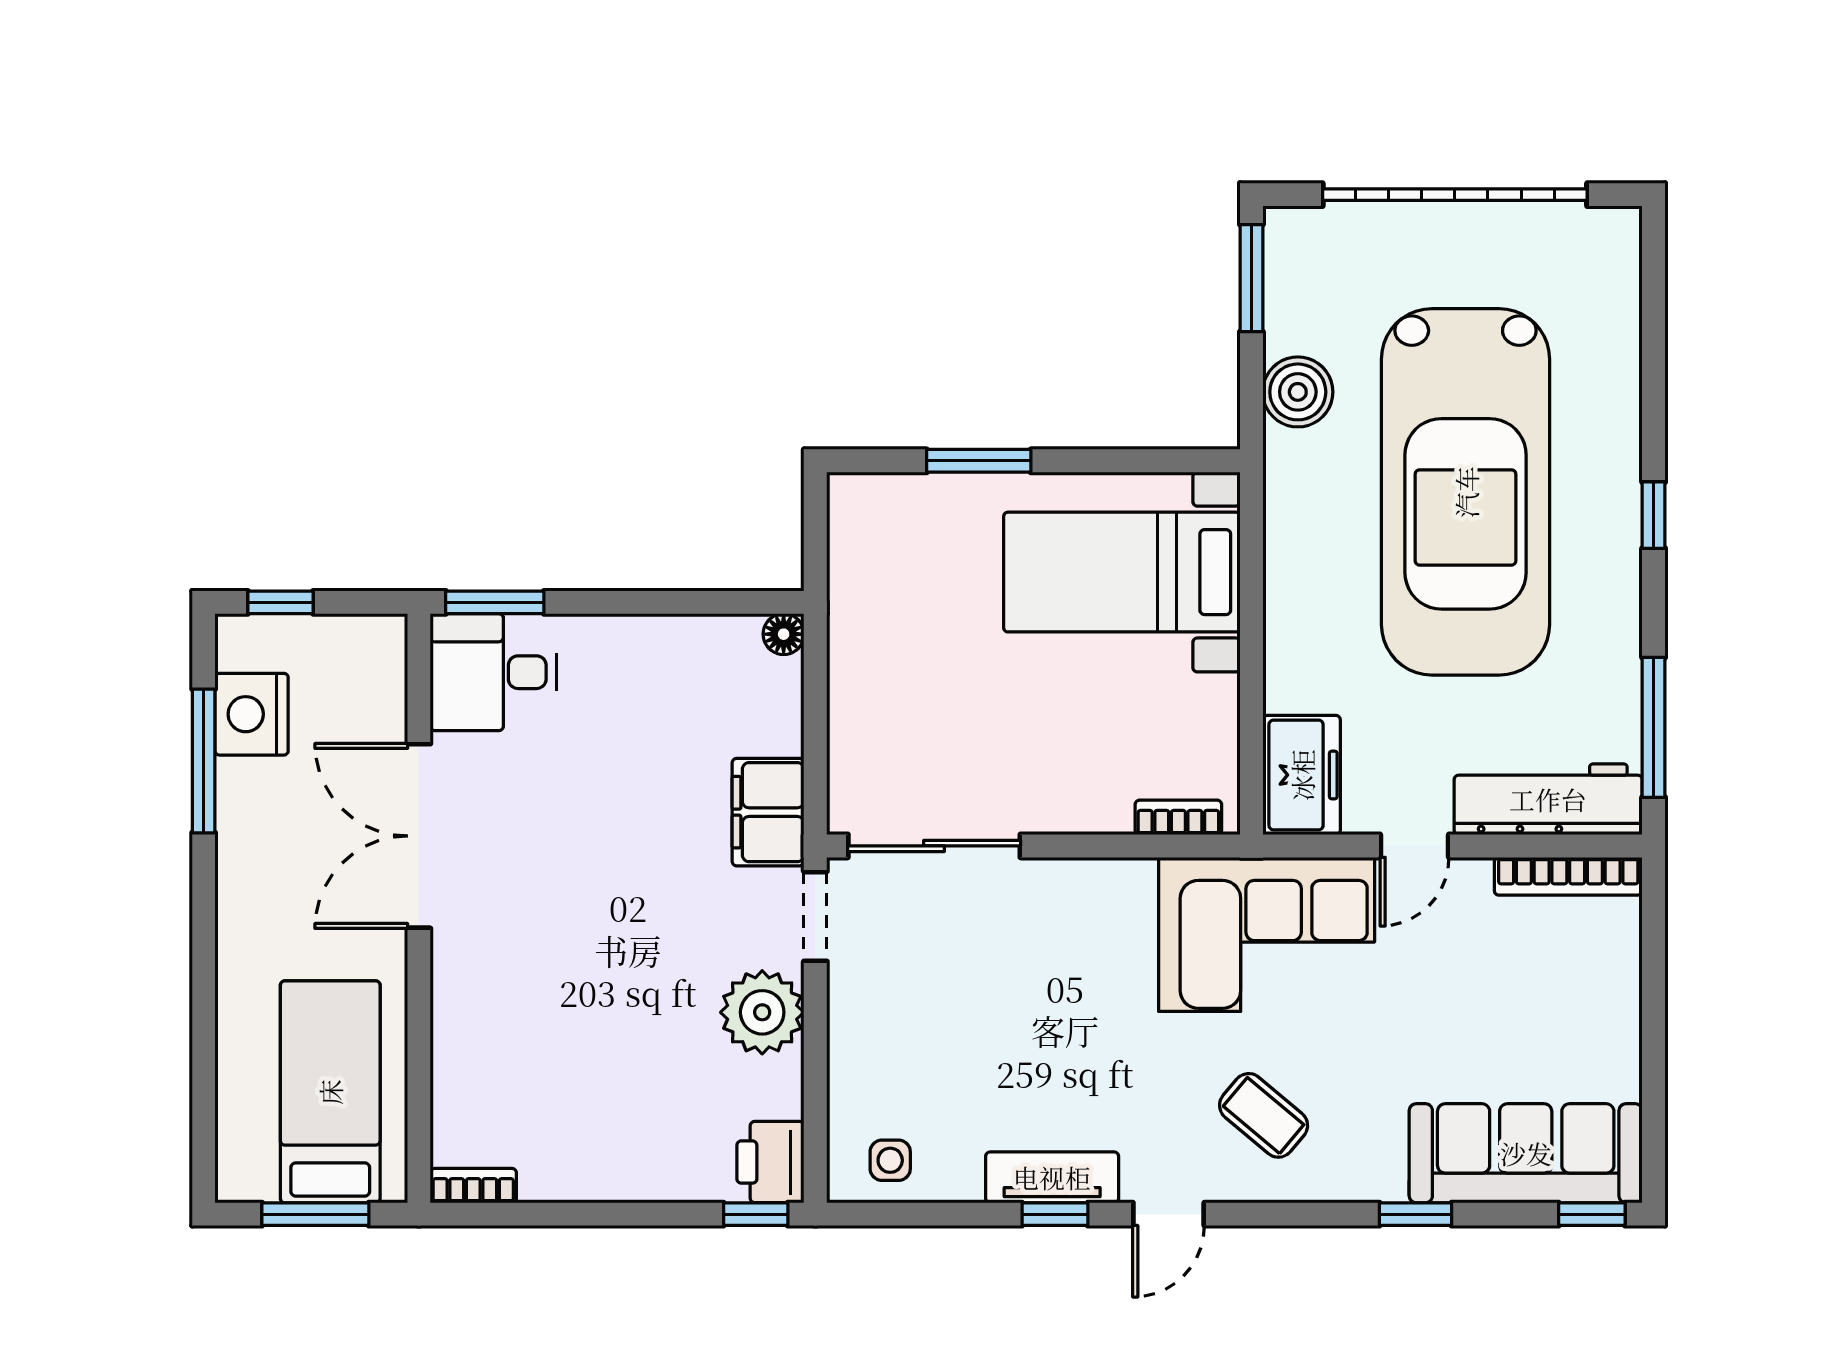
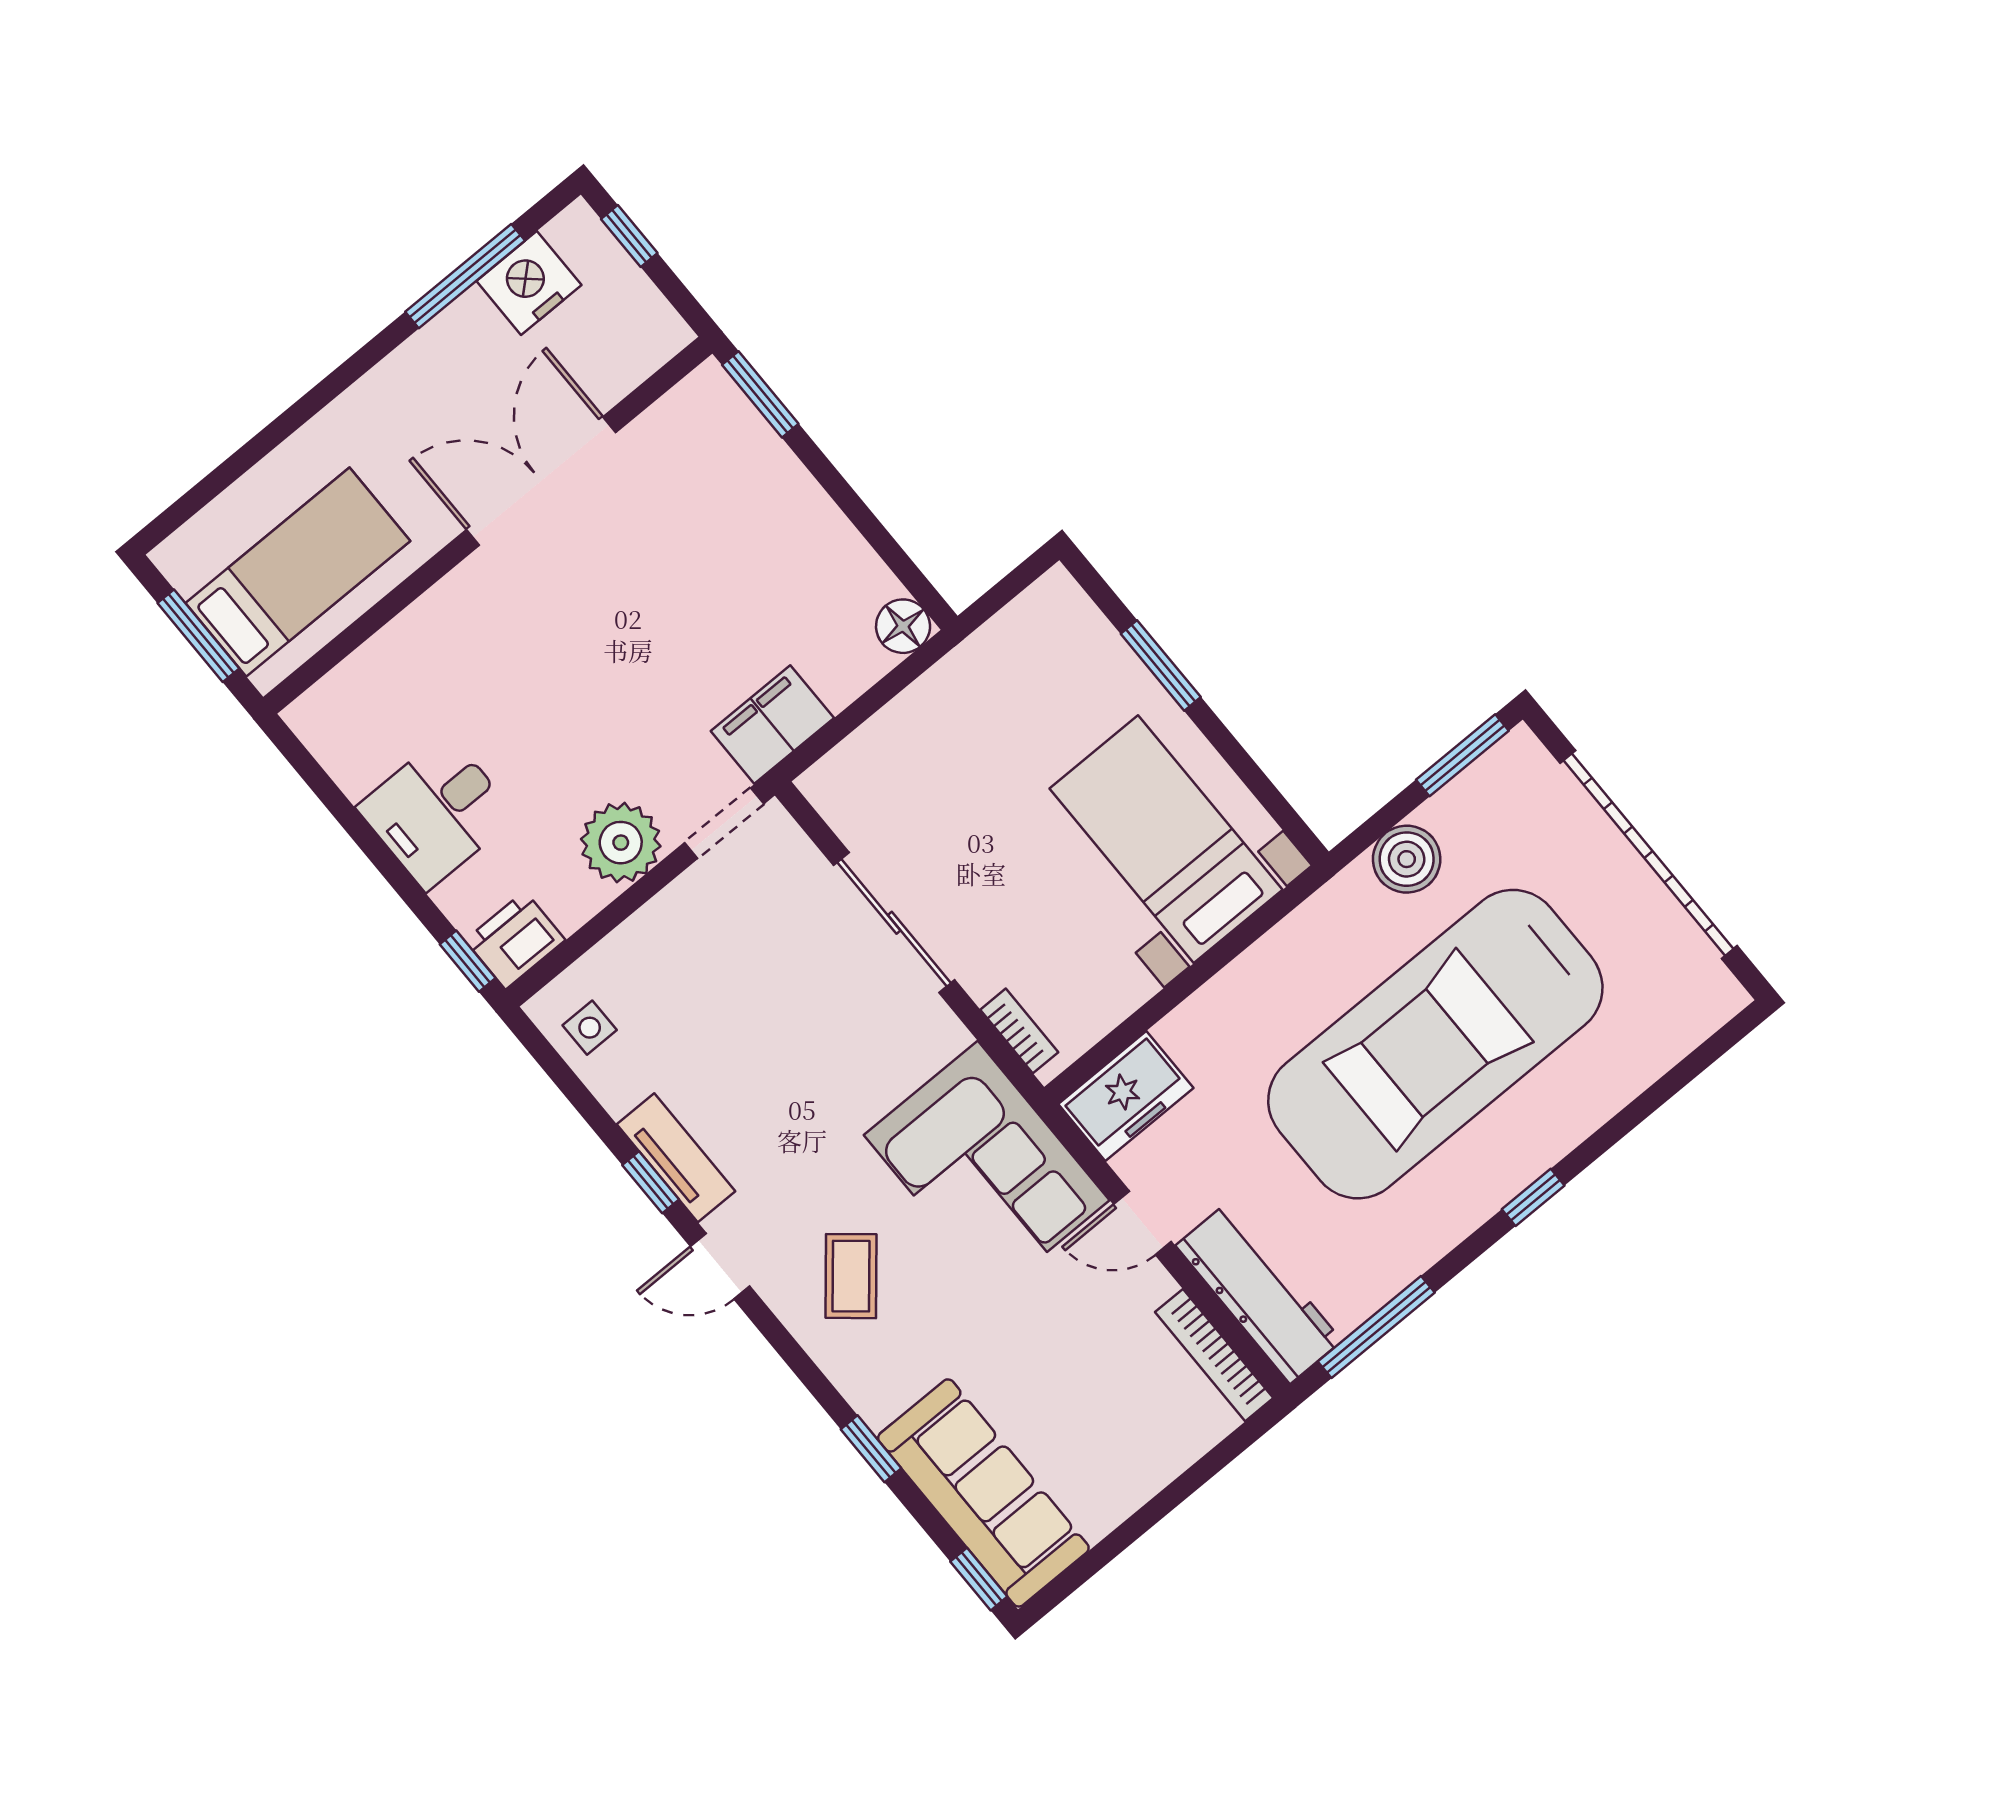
floor lamp: (784, 634) -> (903, 626), width x1.37, depth x1.37
desk: (493, 672) -> (437, 812), moved, turned -90
sliding door: (934, 846) -> (894, 923), moved
bookcase: (473, 1186) -> (316, 735), removed

